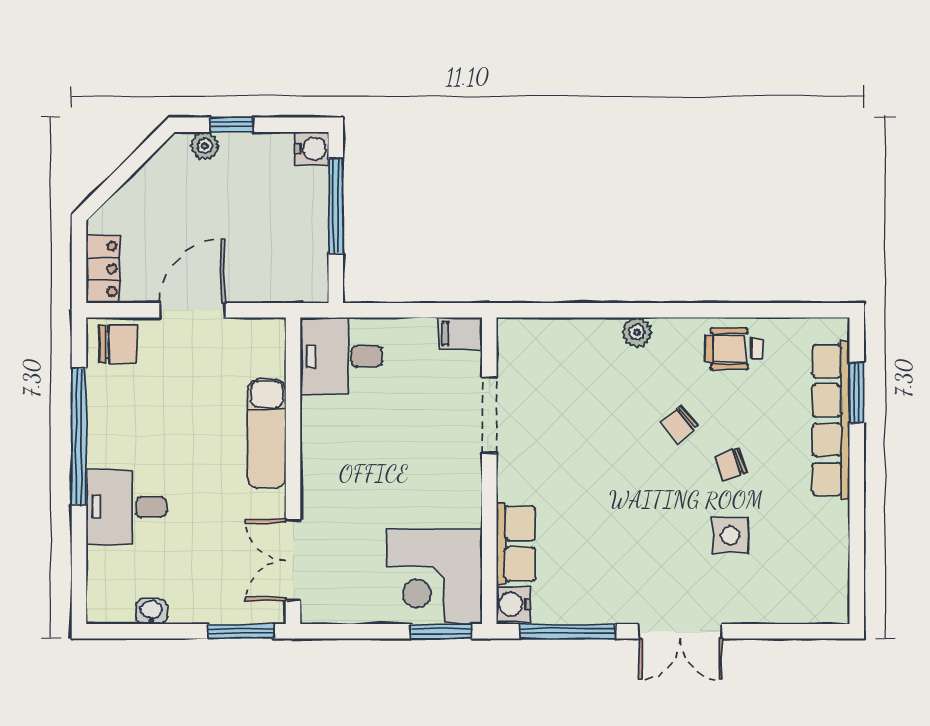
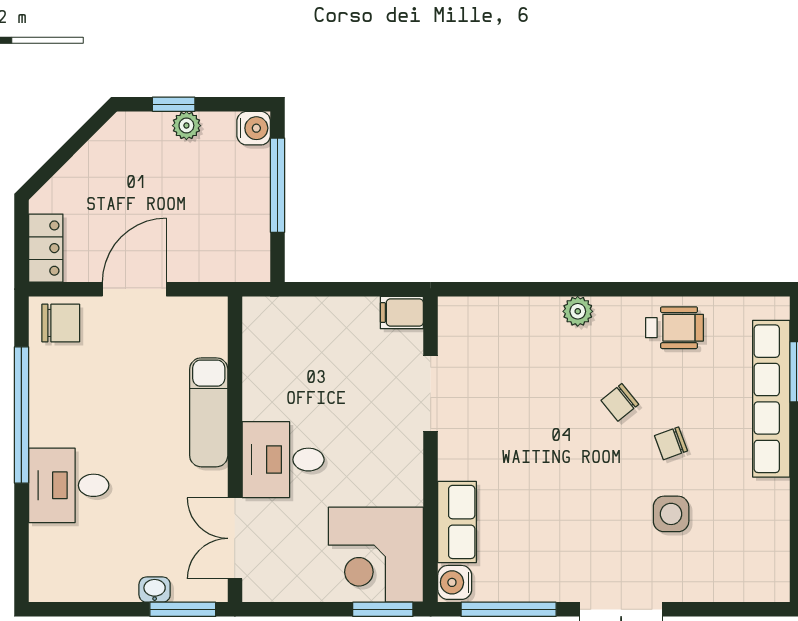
plant: (205, 146) -> (186, 126), moved
wheelchair: (734, 349) -> (674, 328), turned 180
desk: (341, 356) -> (283, 460), moved
washbasin: (151, 611) -> (155, 590), moved

